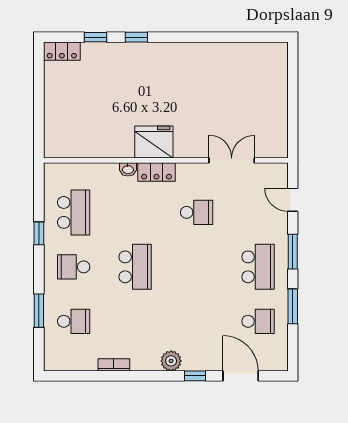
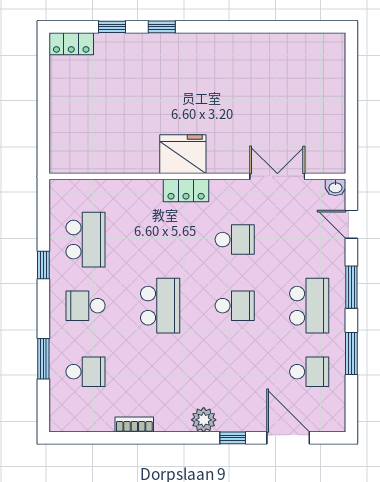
washbasin: (128, 169) -> (335, 187), moved
school desk: (197, 267) -> (235, 306), added

